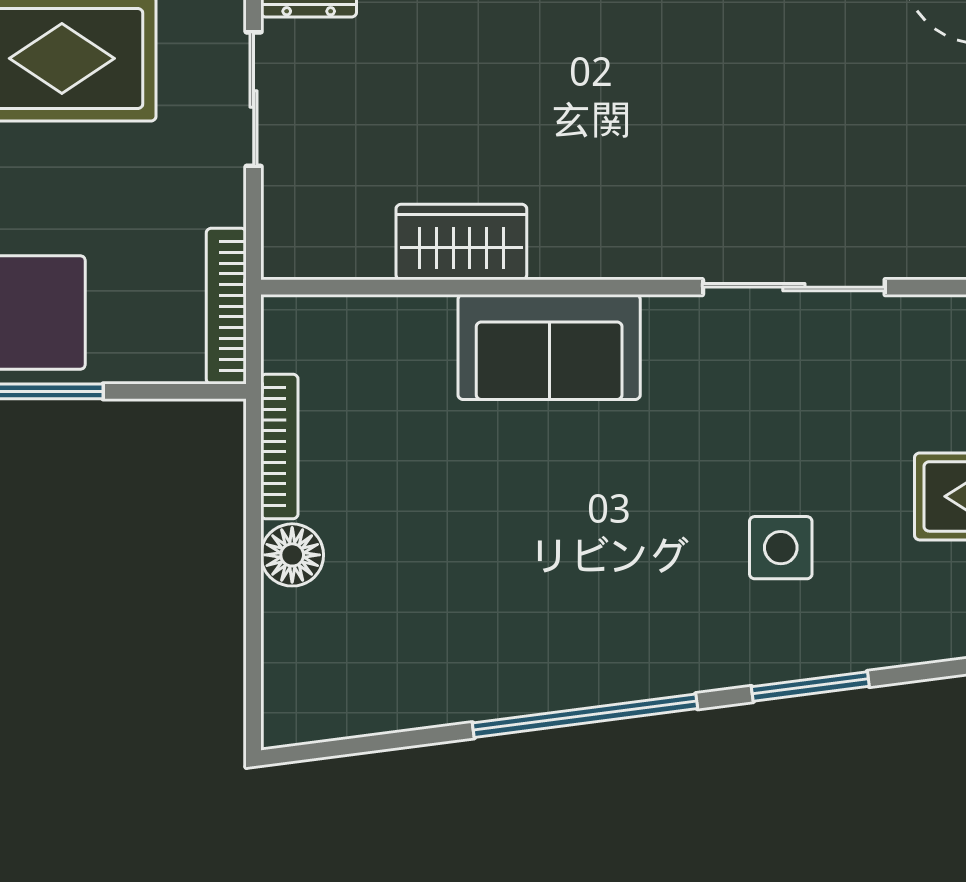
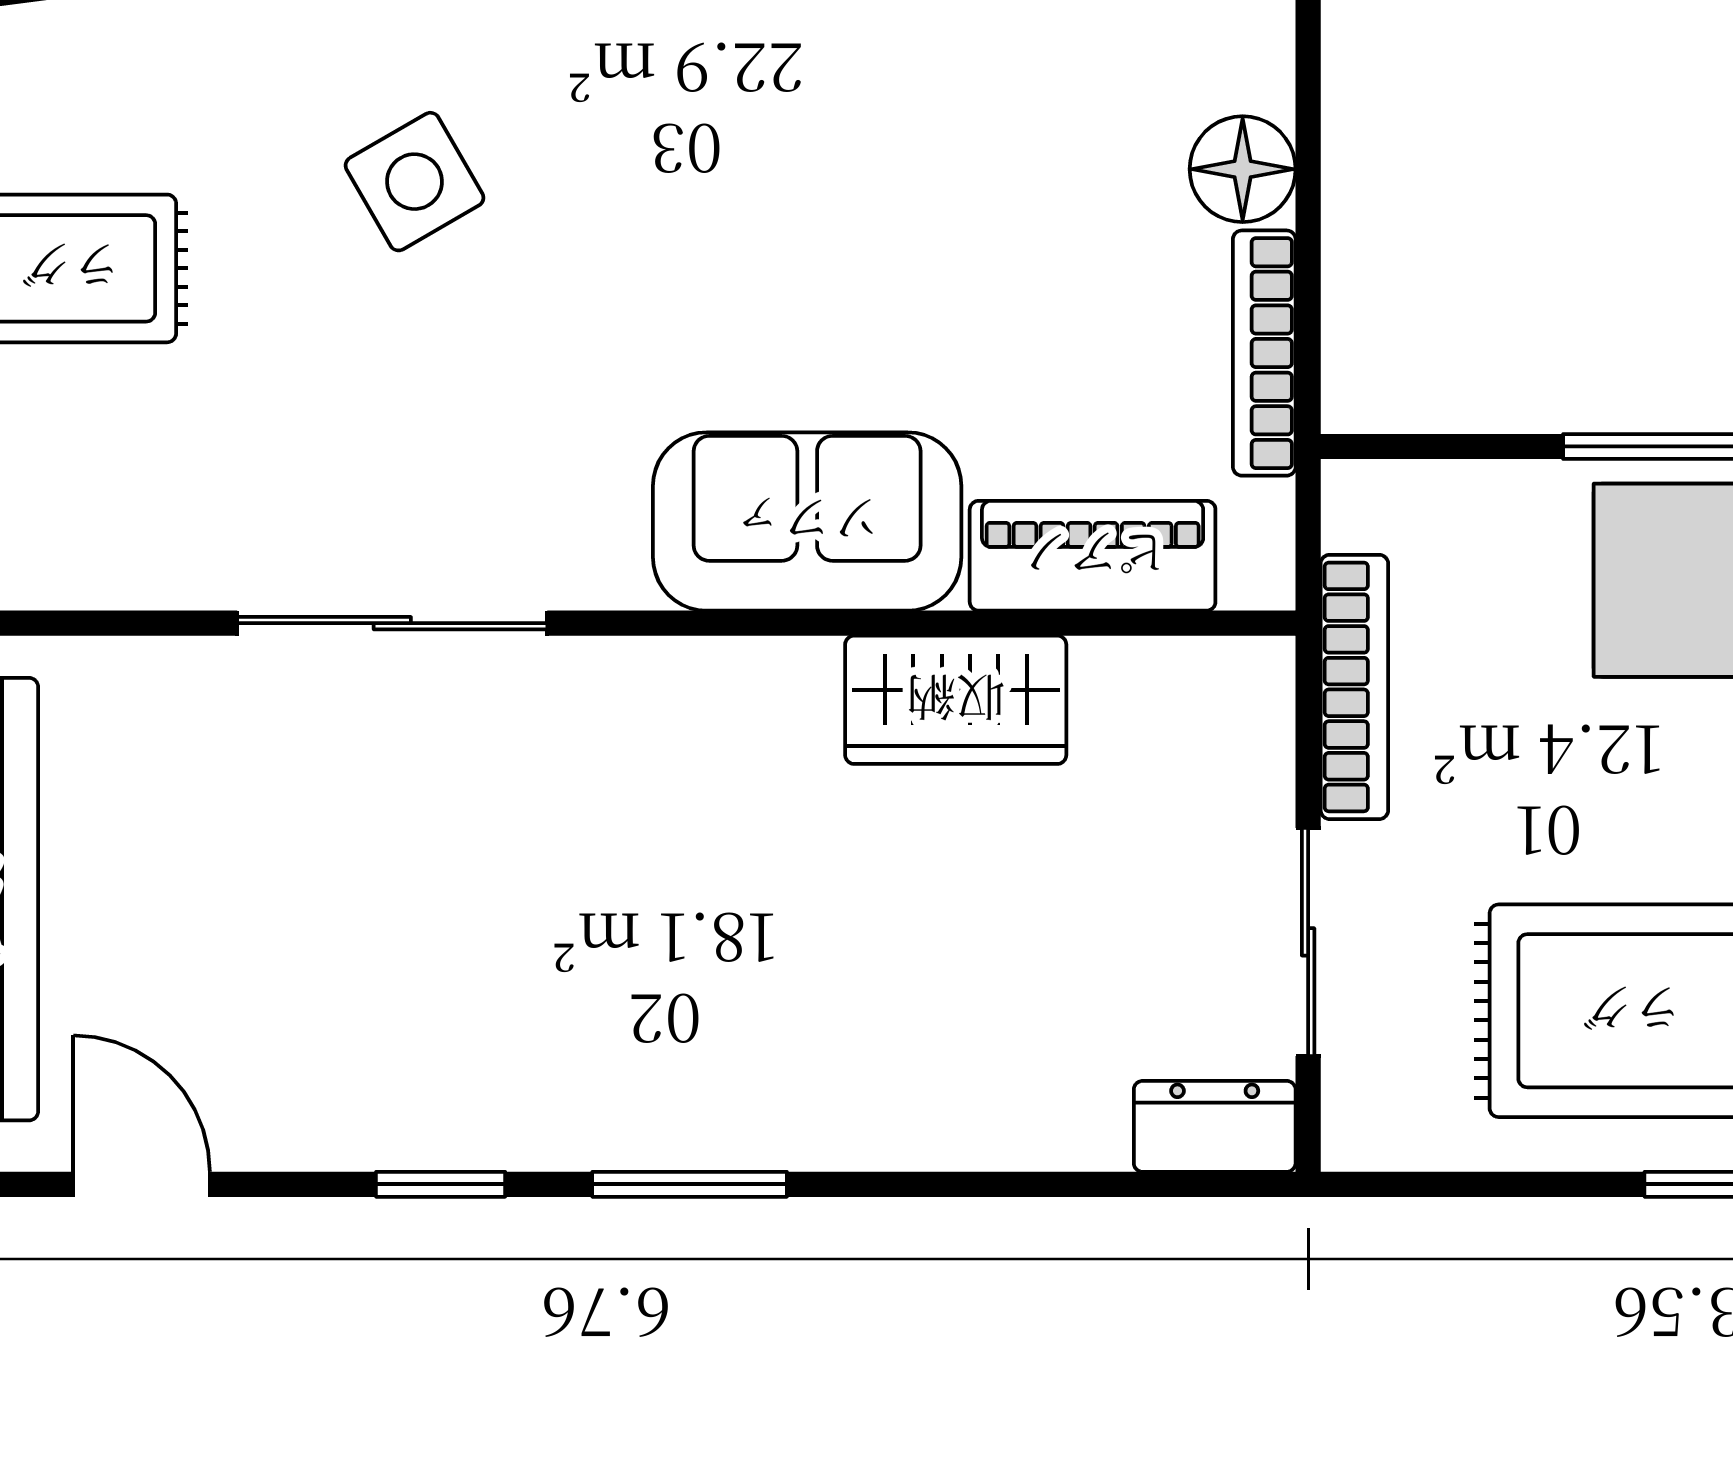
bookcase: (226, 306) -> (1354, 687), moved
piano: (381, 327) -> (1093, 556), added
side table: (781, 548) -> (414, 182), turned -30

